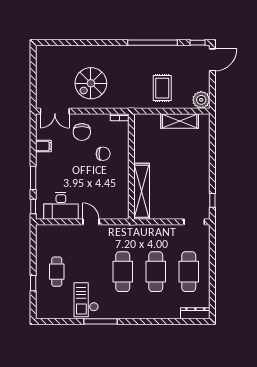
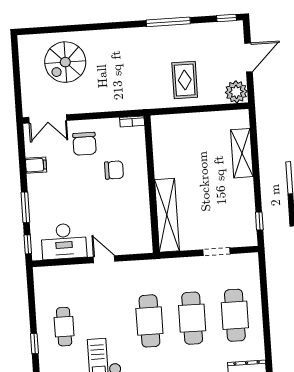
window: (152, 43) -> (168, 22), width x0.68
door: (212, 60) -> (248, 57), moved
spiral stairs: (91, 83) -> (65, 62), moved
shelving: (180, 121) -> (242, 153), moved, turned 90
doorway: (194, 222) -> (216, 252), moved

